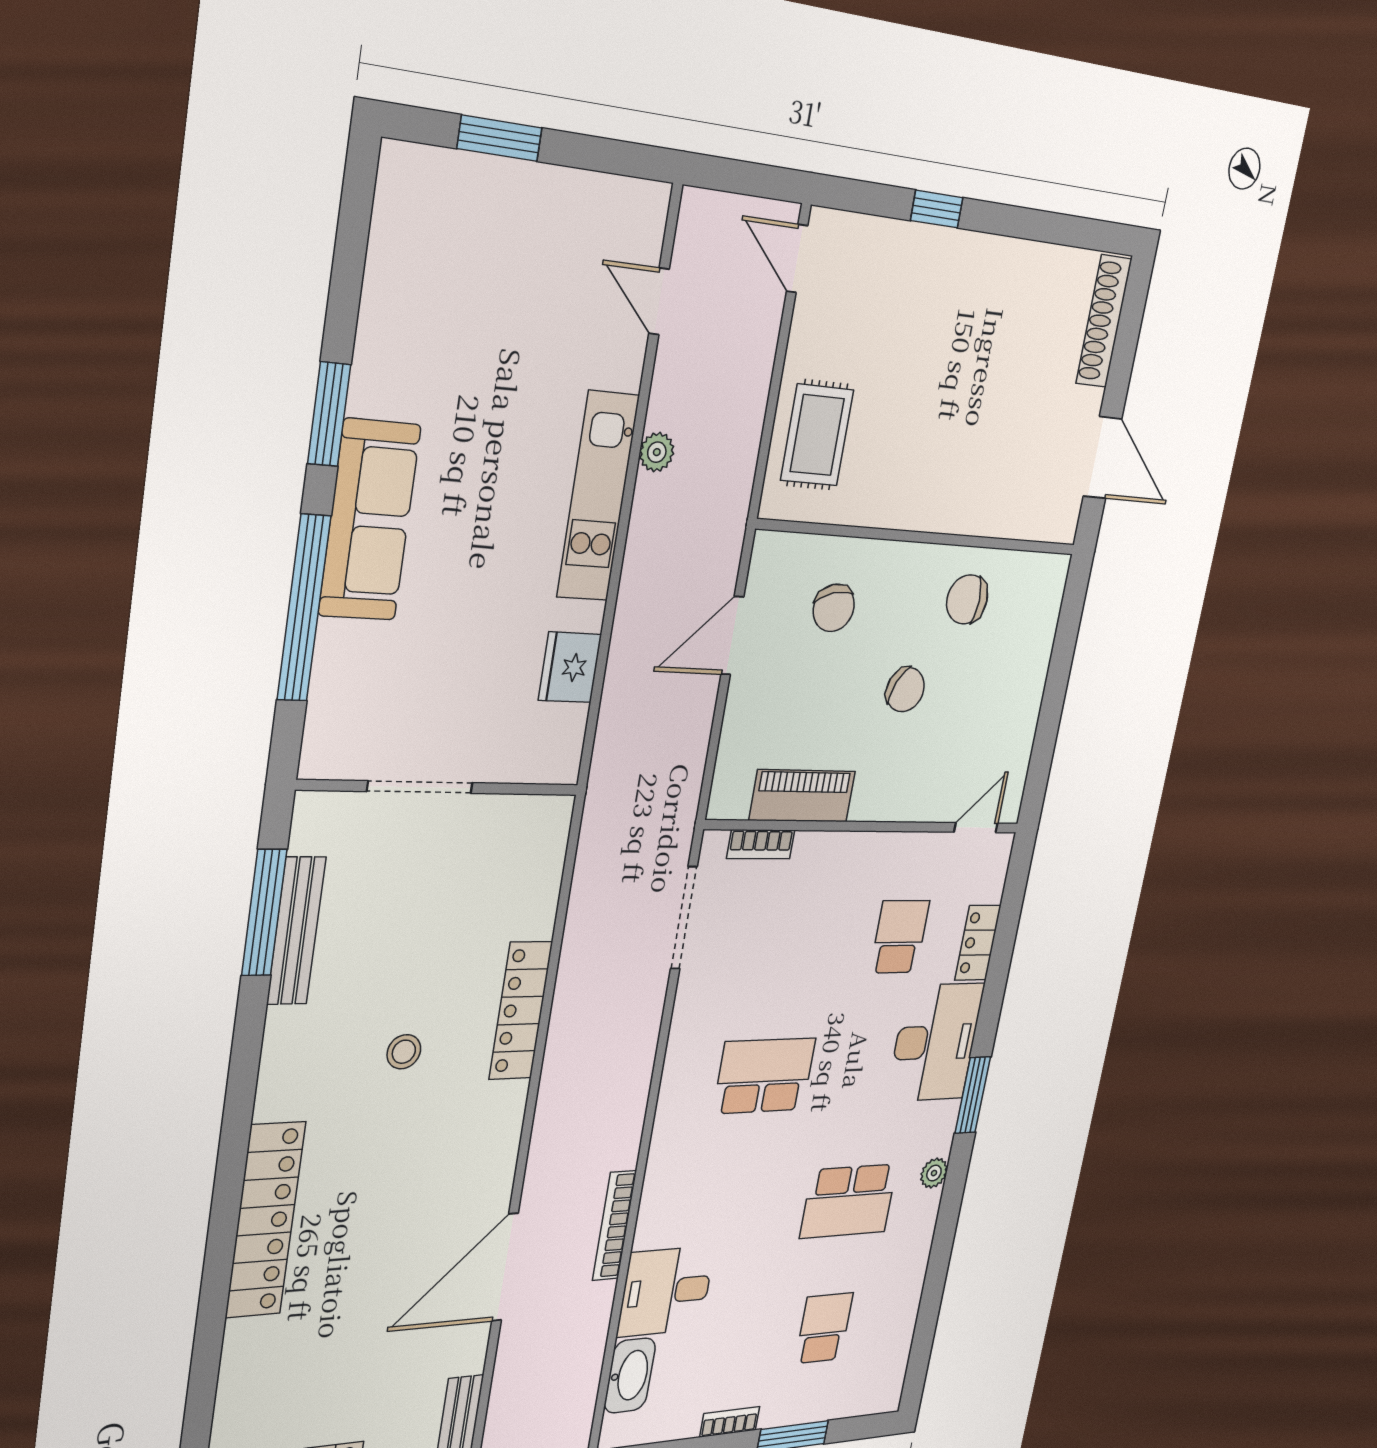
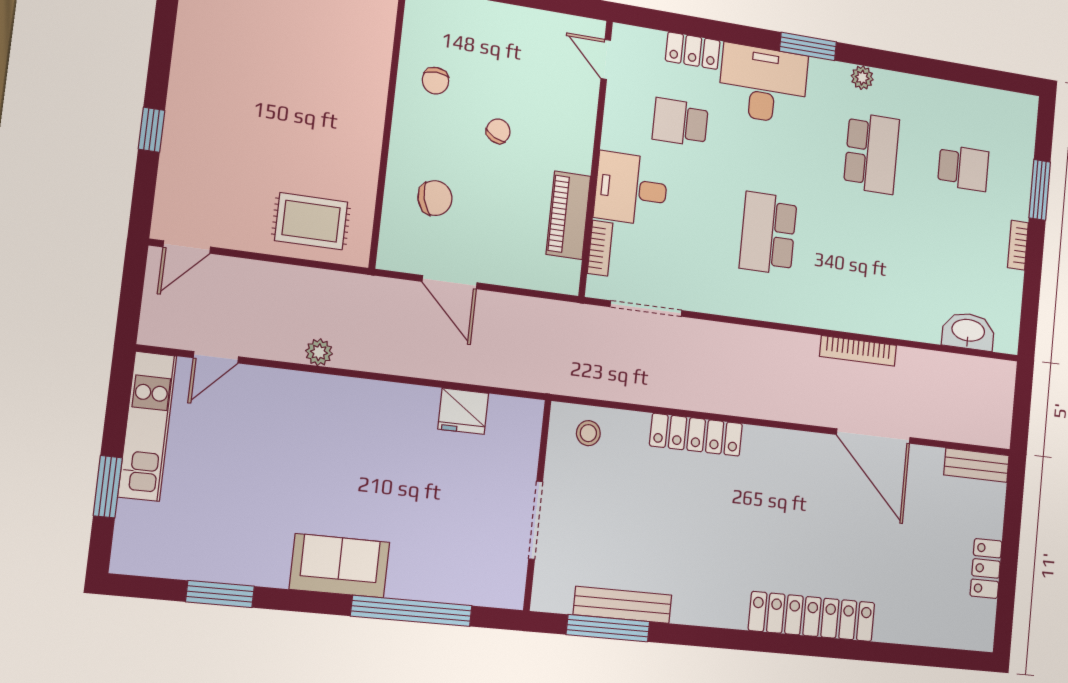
window: (329, 414) -> (220, 594), moved
kitchen unit: (598, 496) -> (147, 426), moved, turned -90
sofa: (369, 520) -> (340, 566), width x0.73
chair: (967, 599) -> (435, 81), width x0.73, depth x0.73
chair: (905, 690) -> (498, 131), width x0.73, depth x0.73
stool: (404, 1052) -> (588, 433), moved
desk: (666, 1291) -> (631, 189), moved, turned 90
school desk: (824, 1328) -> (963, 168), turned 180

